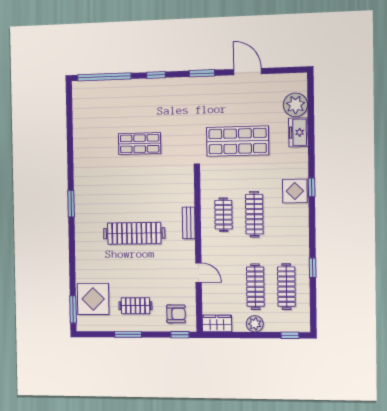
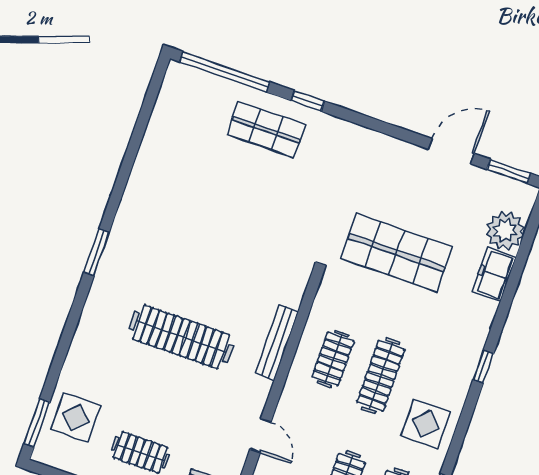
door: (248, 72) -> (451, 151), hinge flipped
window: (202, 73) -> (509, 171), moved
shop shelf: (140, 144) -> (266, 130), moved
display table: (295, 191) -> (426, 424), moved
bench: (189, 223) -> (277, 343), width x1.36
display table: (93, 299) -> (76, 418), width x0.73, depth x0.73

